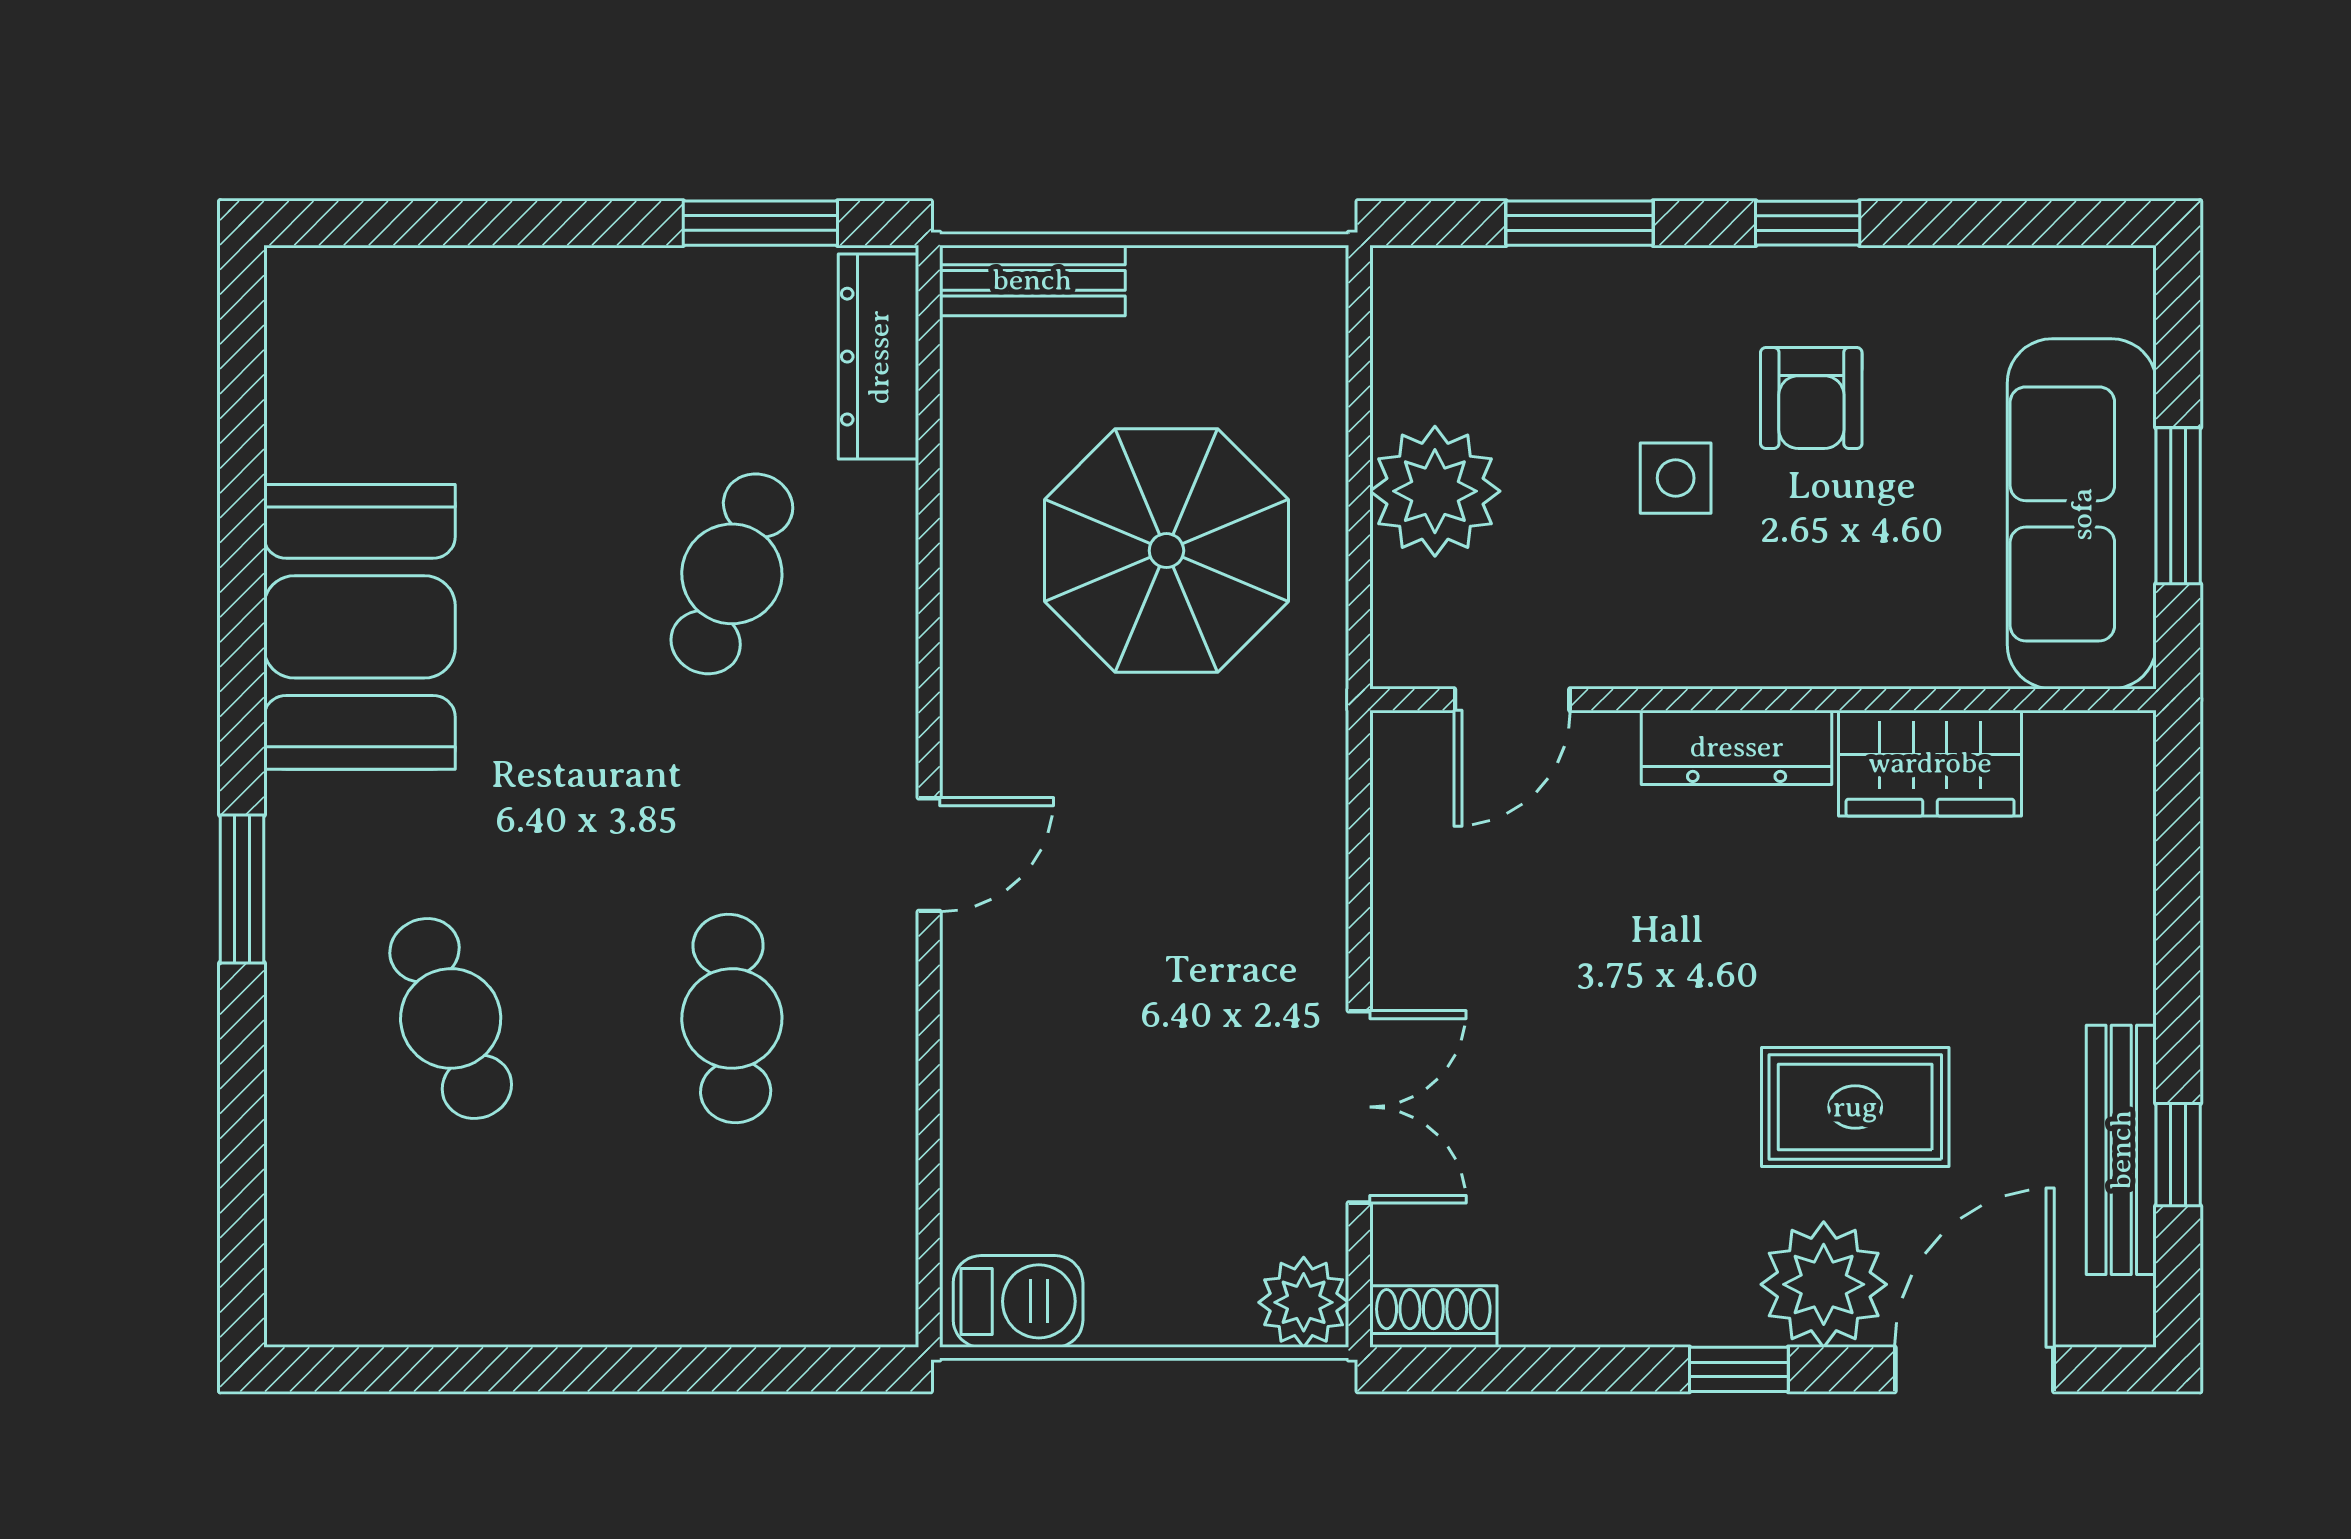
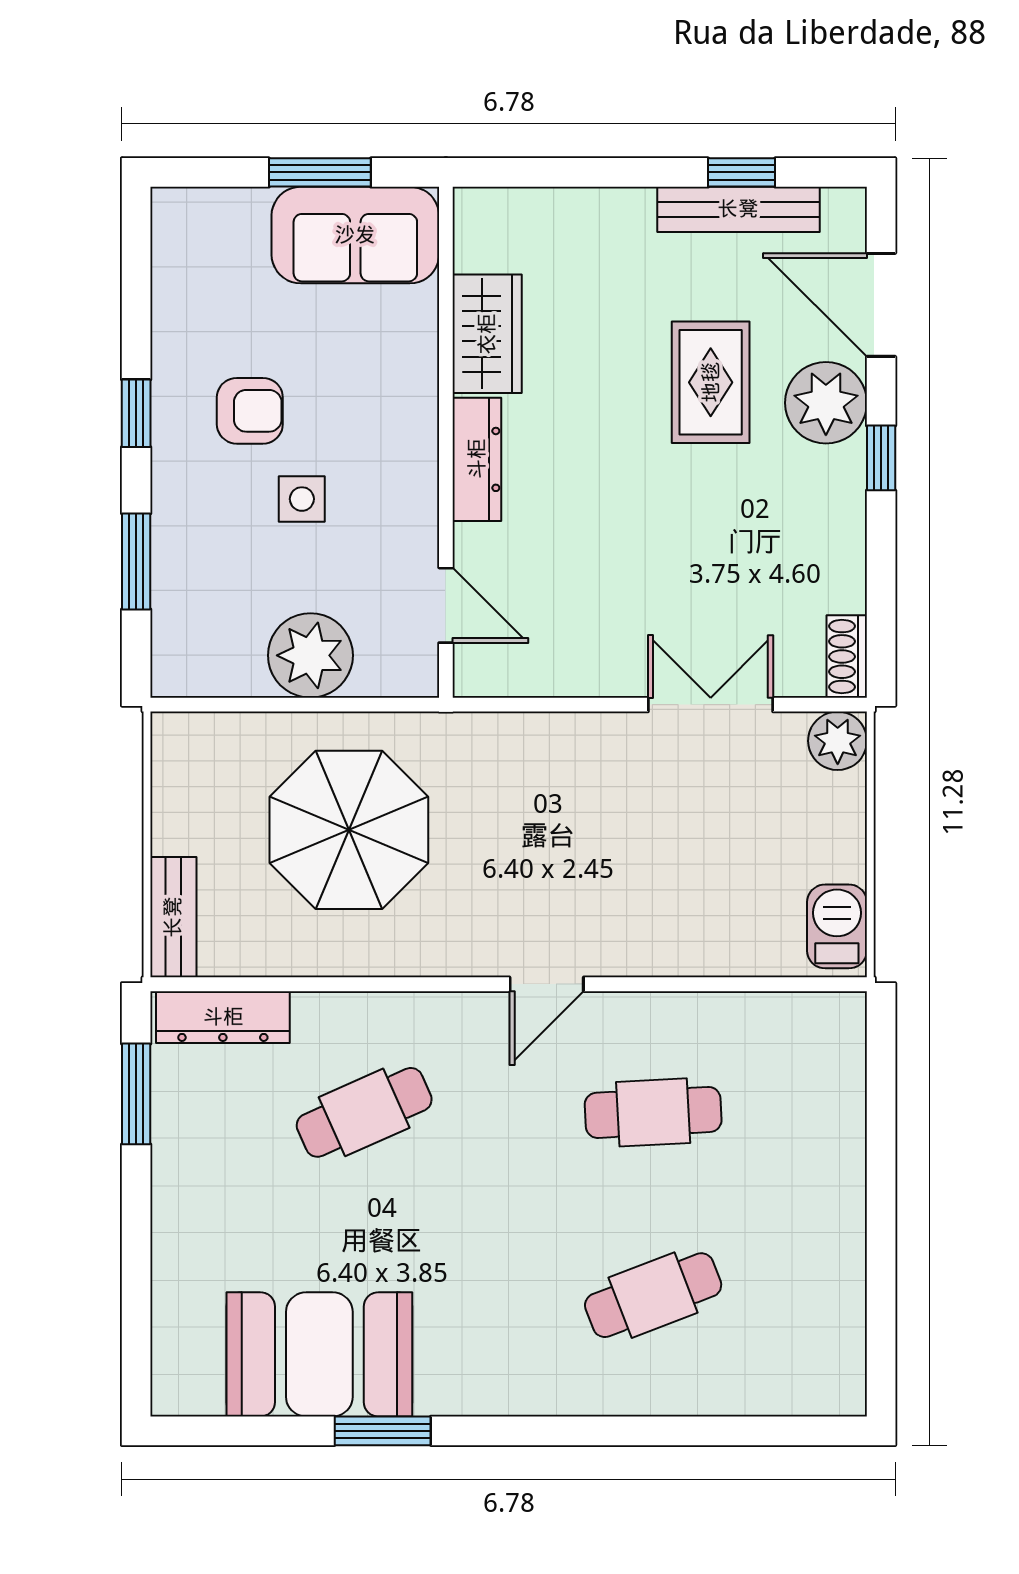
sofa: (2082, 514) -> (355, 235), width x0.73
cafe table: (732, 574) -> (364, 1112), turned -45
booth: (360, 627) -> (319, 1354), moved
door: (929, 855) -> (547, 984), swing flipped
window: (242, 889) -> (383, 1431), moved

